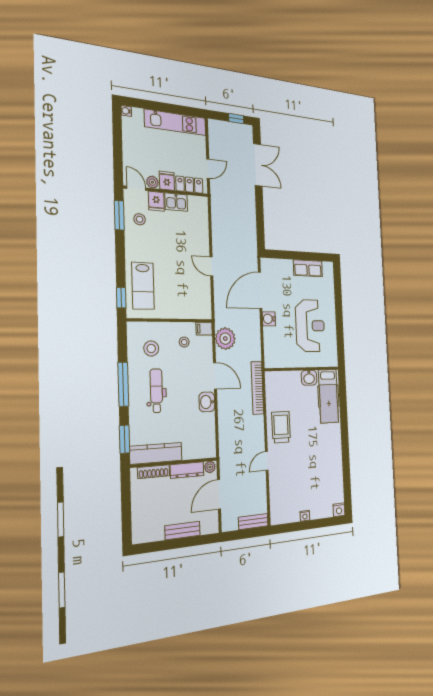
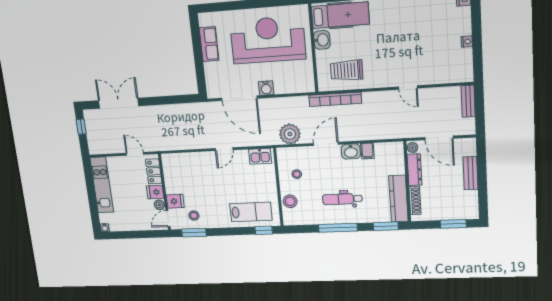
kitchen sink: (176, 202) -> (260, 156), moved, turned 90
reception desk: (310, 326) -> (268, 40), width x1.36, depth x1.30
filing cabinet: (204, 329) -> (367, 151), moved
stool: (151, 348) -> (290, 201), moved
trolley: (281, 427) -> (347, 70), moved
window: (126, 516) -> (453, 224), added

